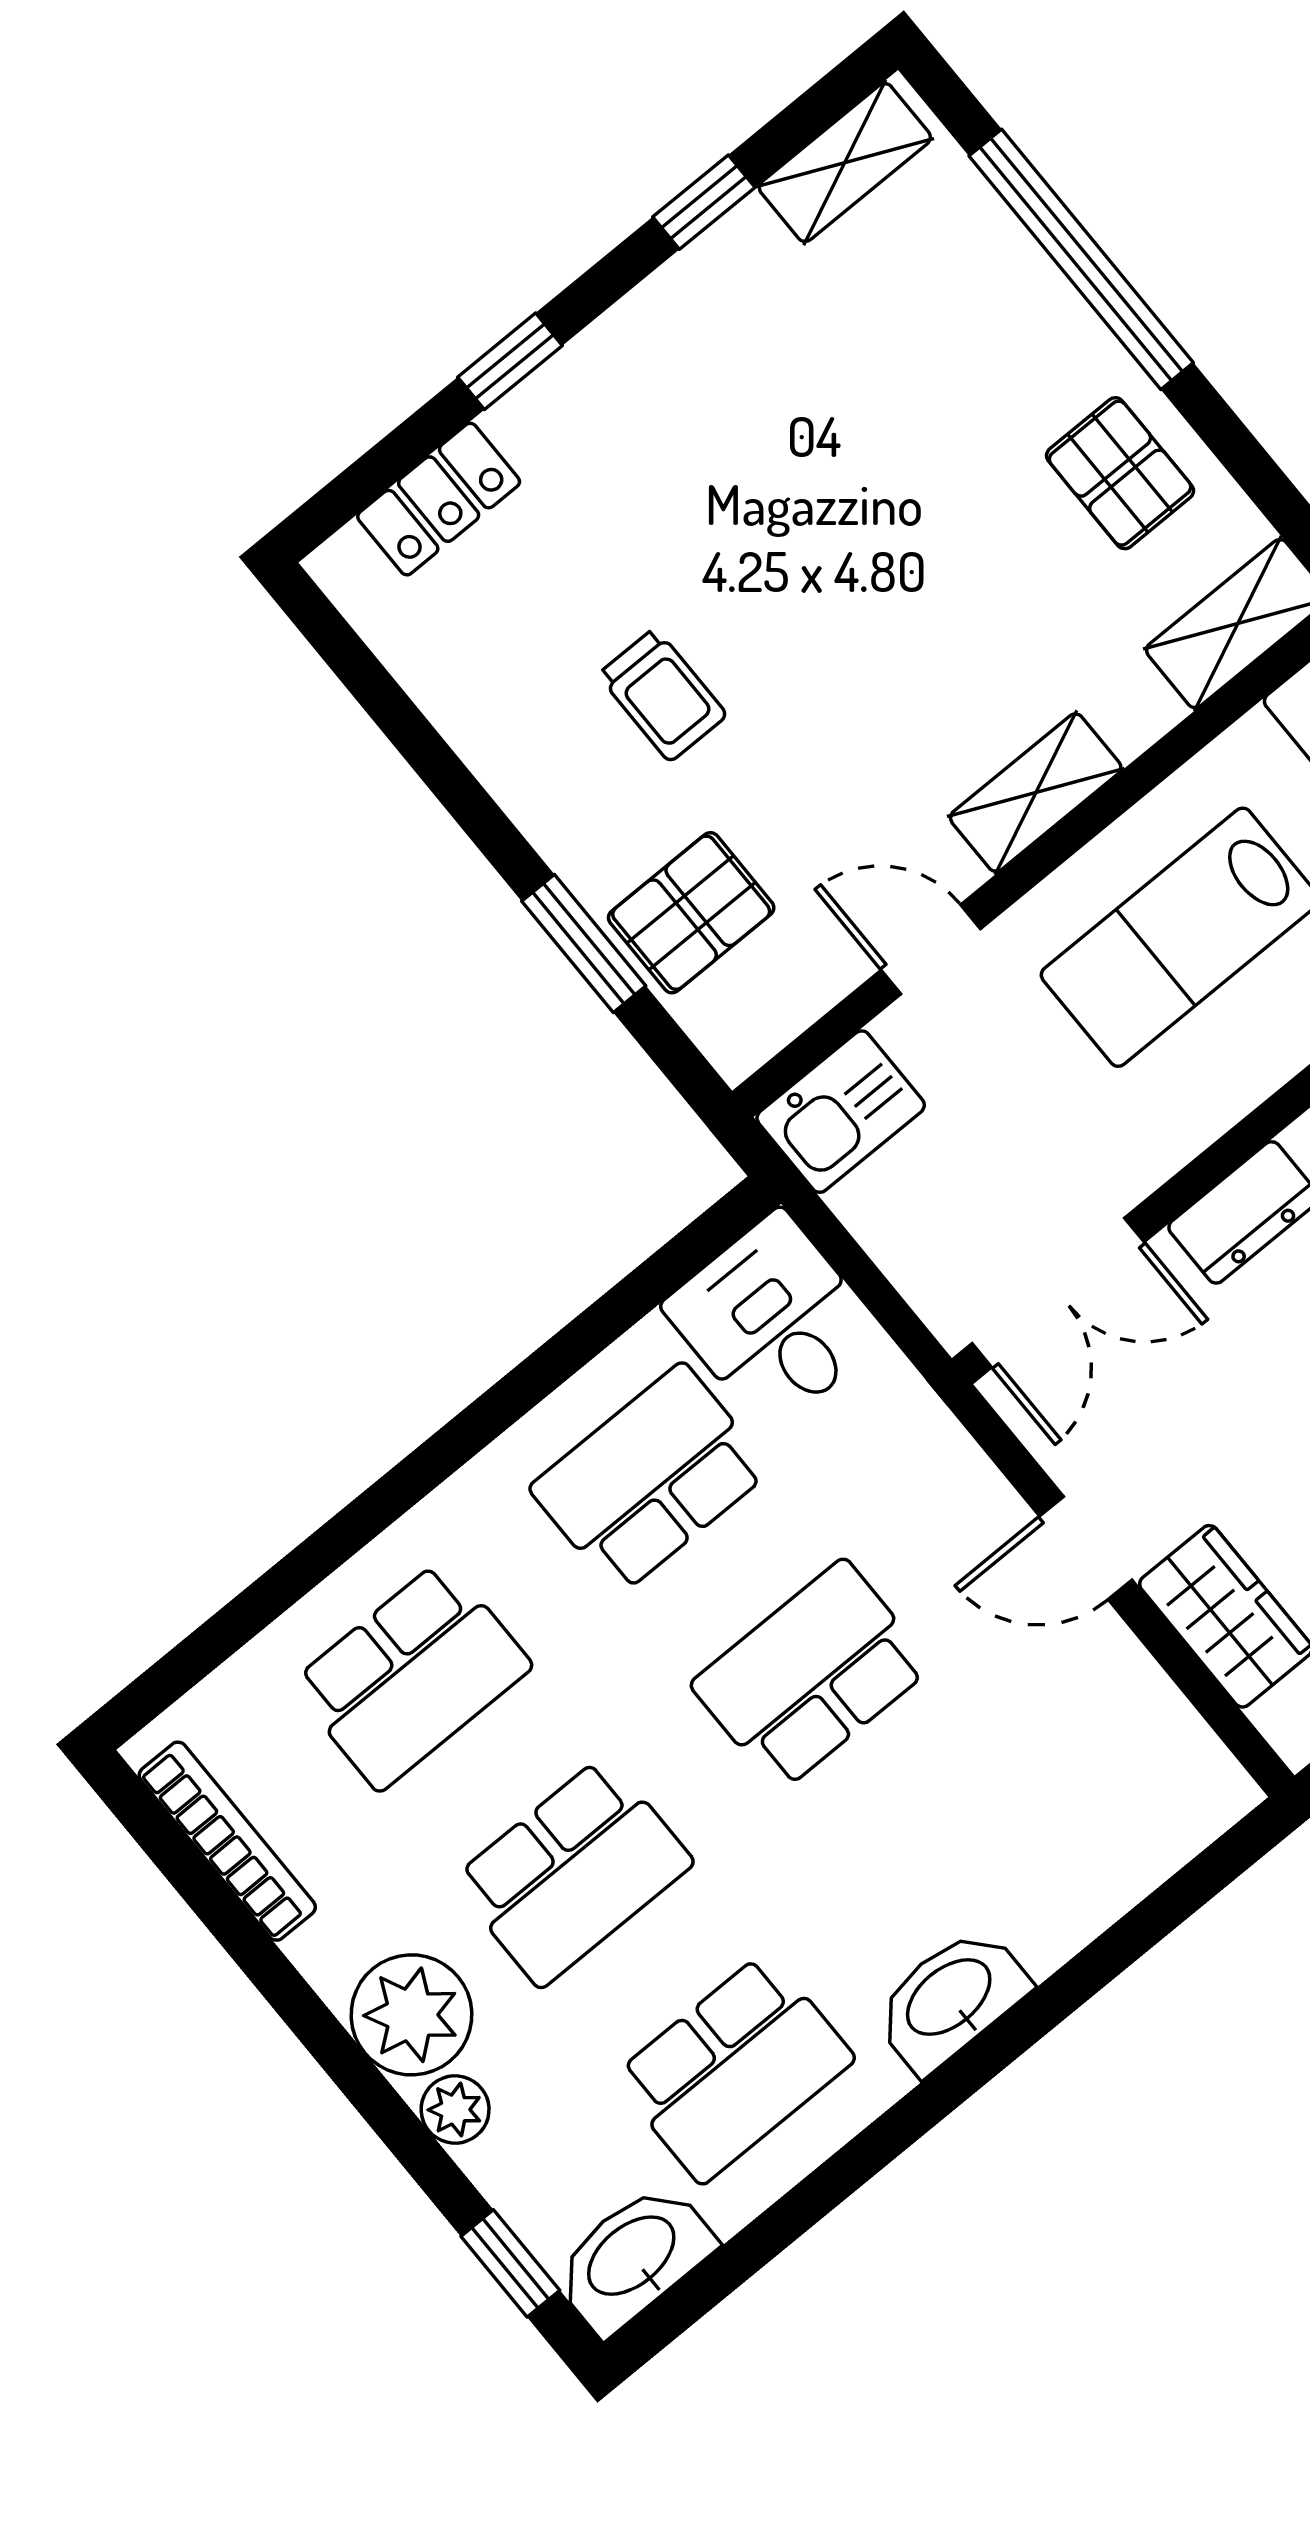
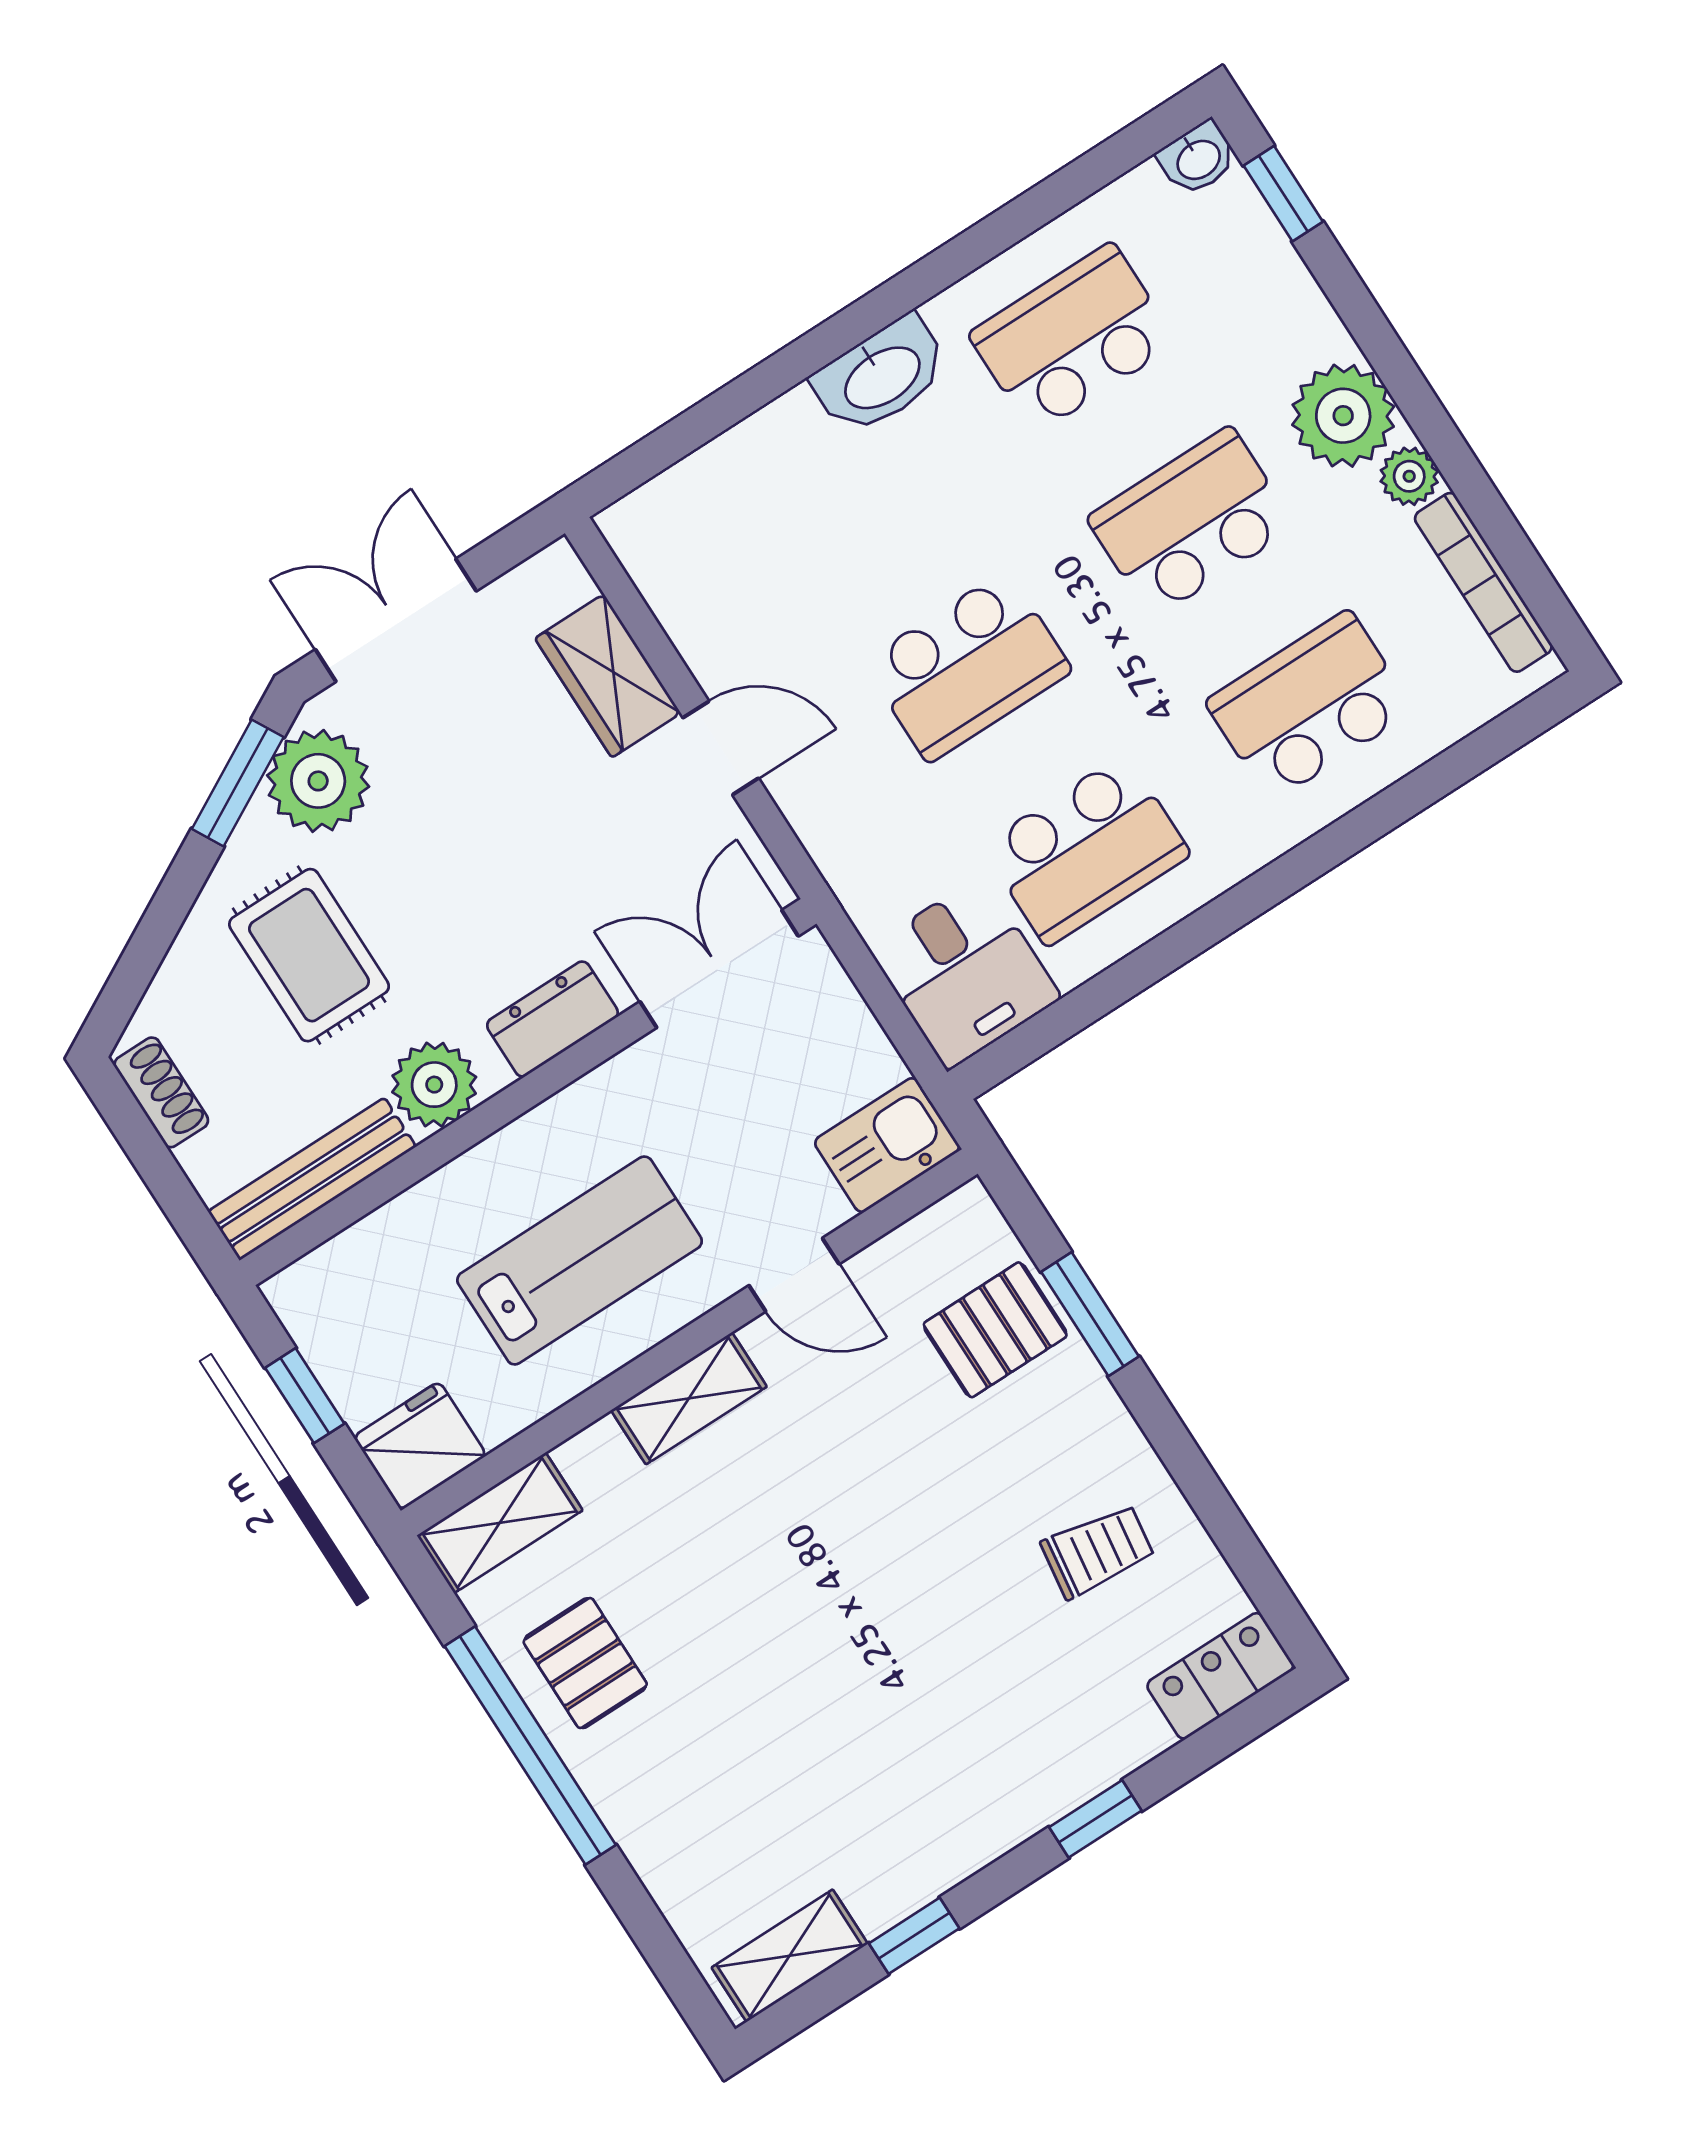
window: (1081, 259) -> (530, 1746), moved
locker: (439, 499) -> (1220, 1676), moved
trolley: (662, 695) -> (1098, 1551), moved, turned 98
plant: (455, 2109) -> (1409, 476), moved
washbasin: (633, 2258) -> (1198, 158), width x0.52, depth x0.69

